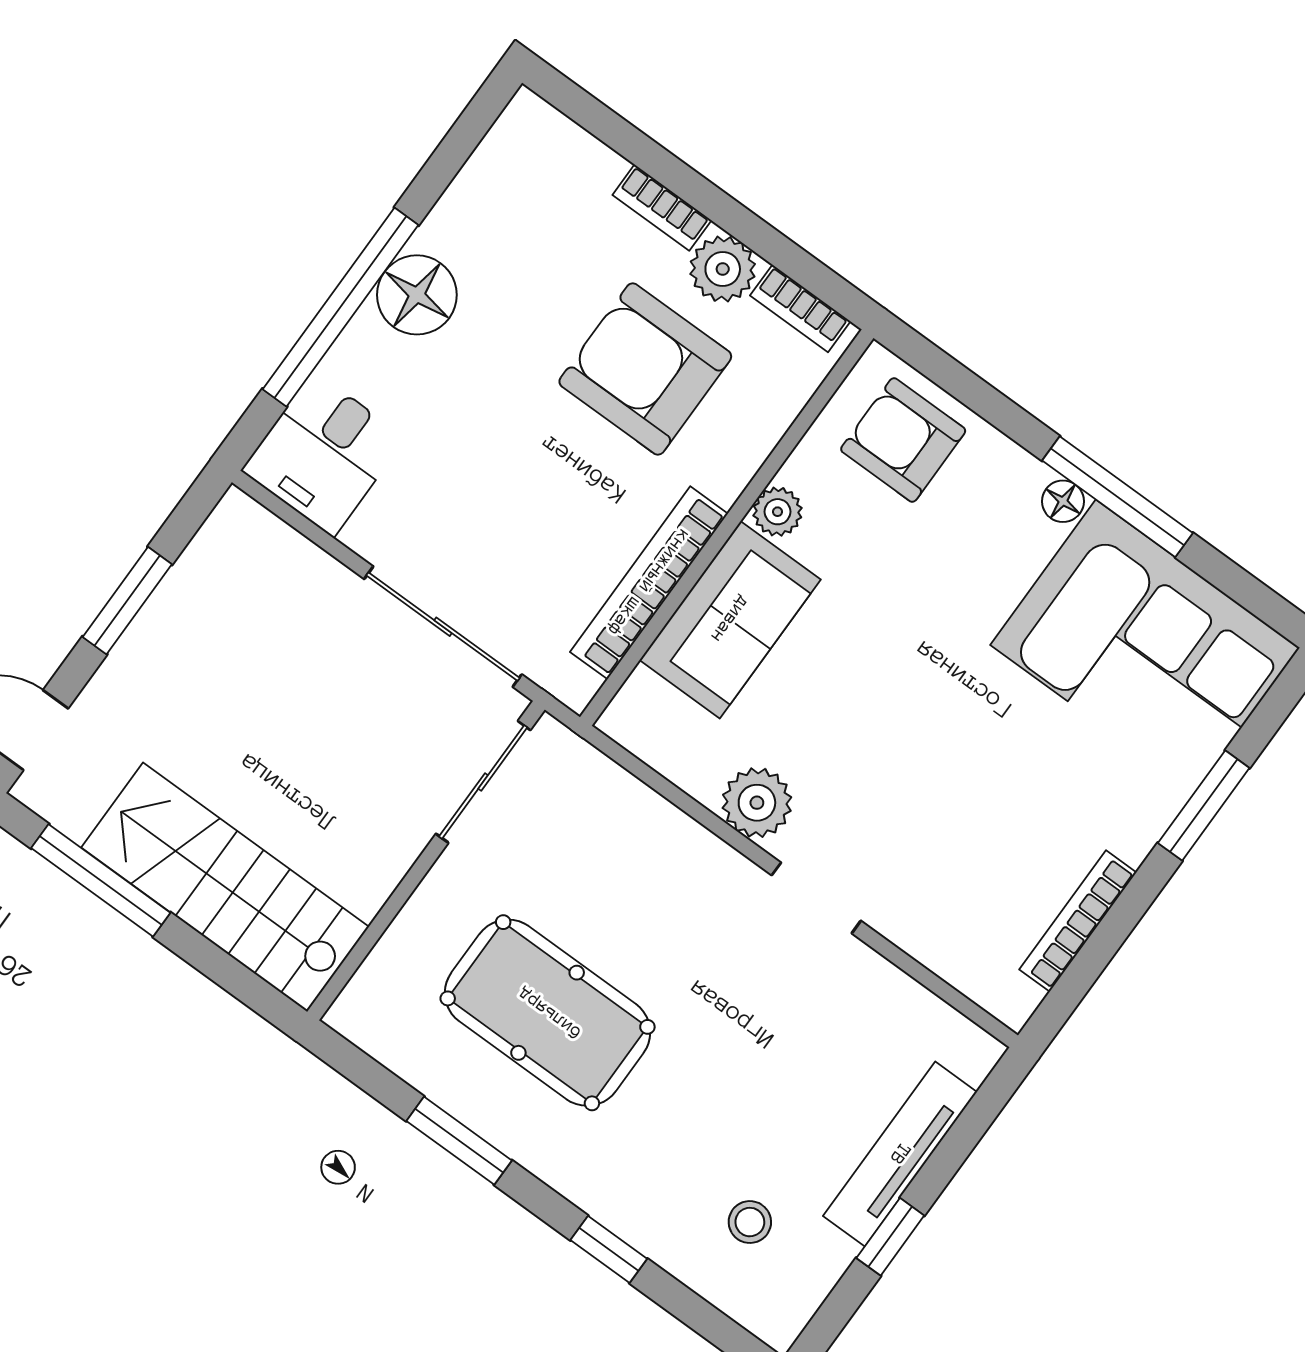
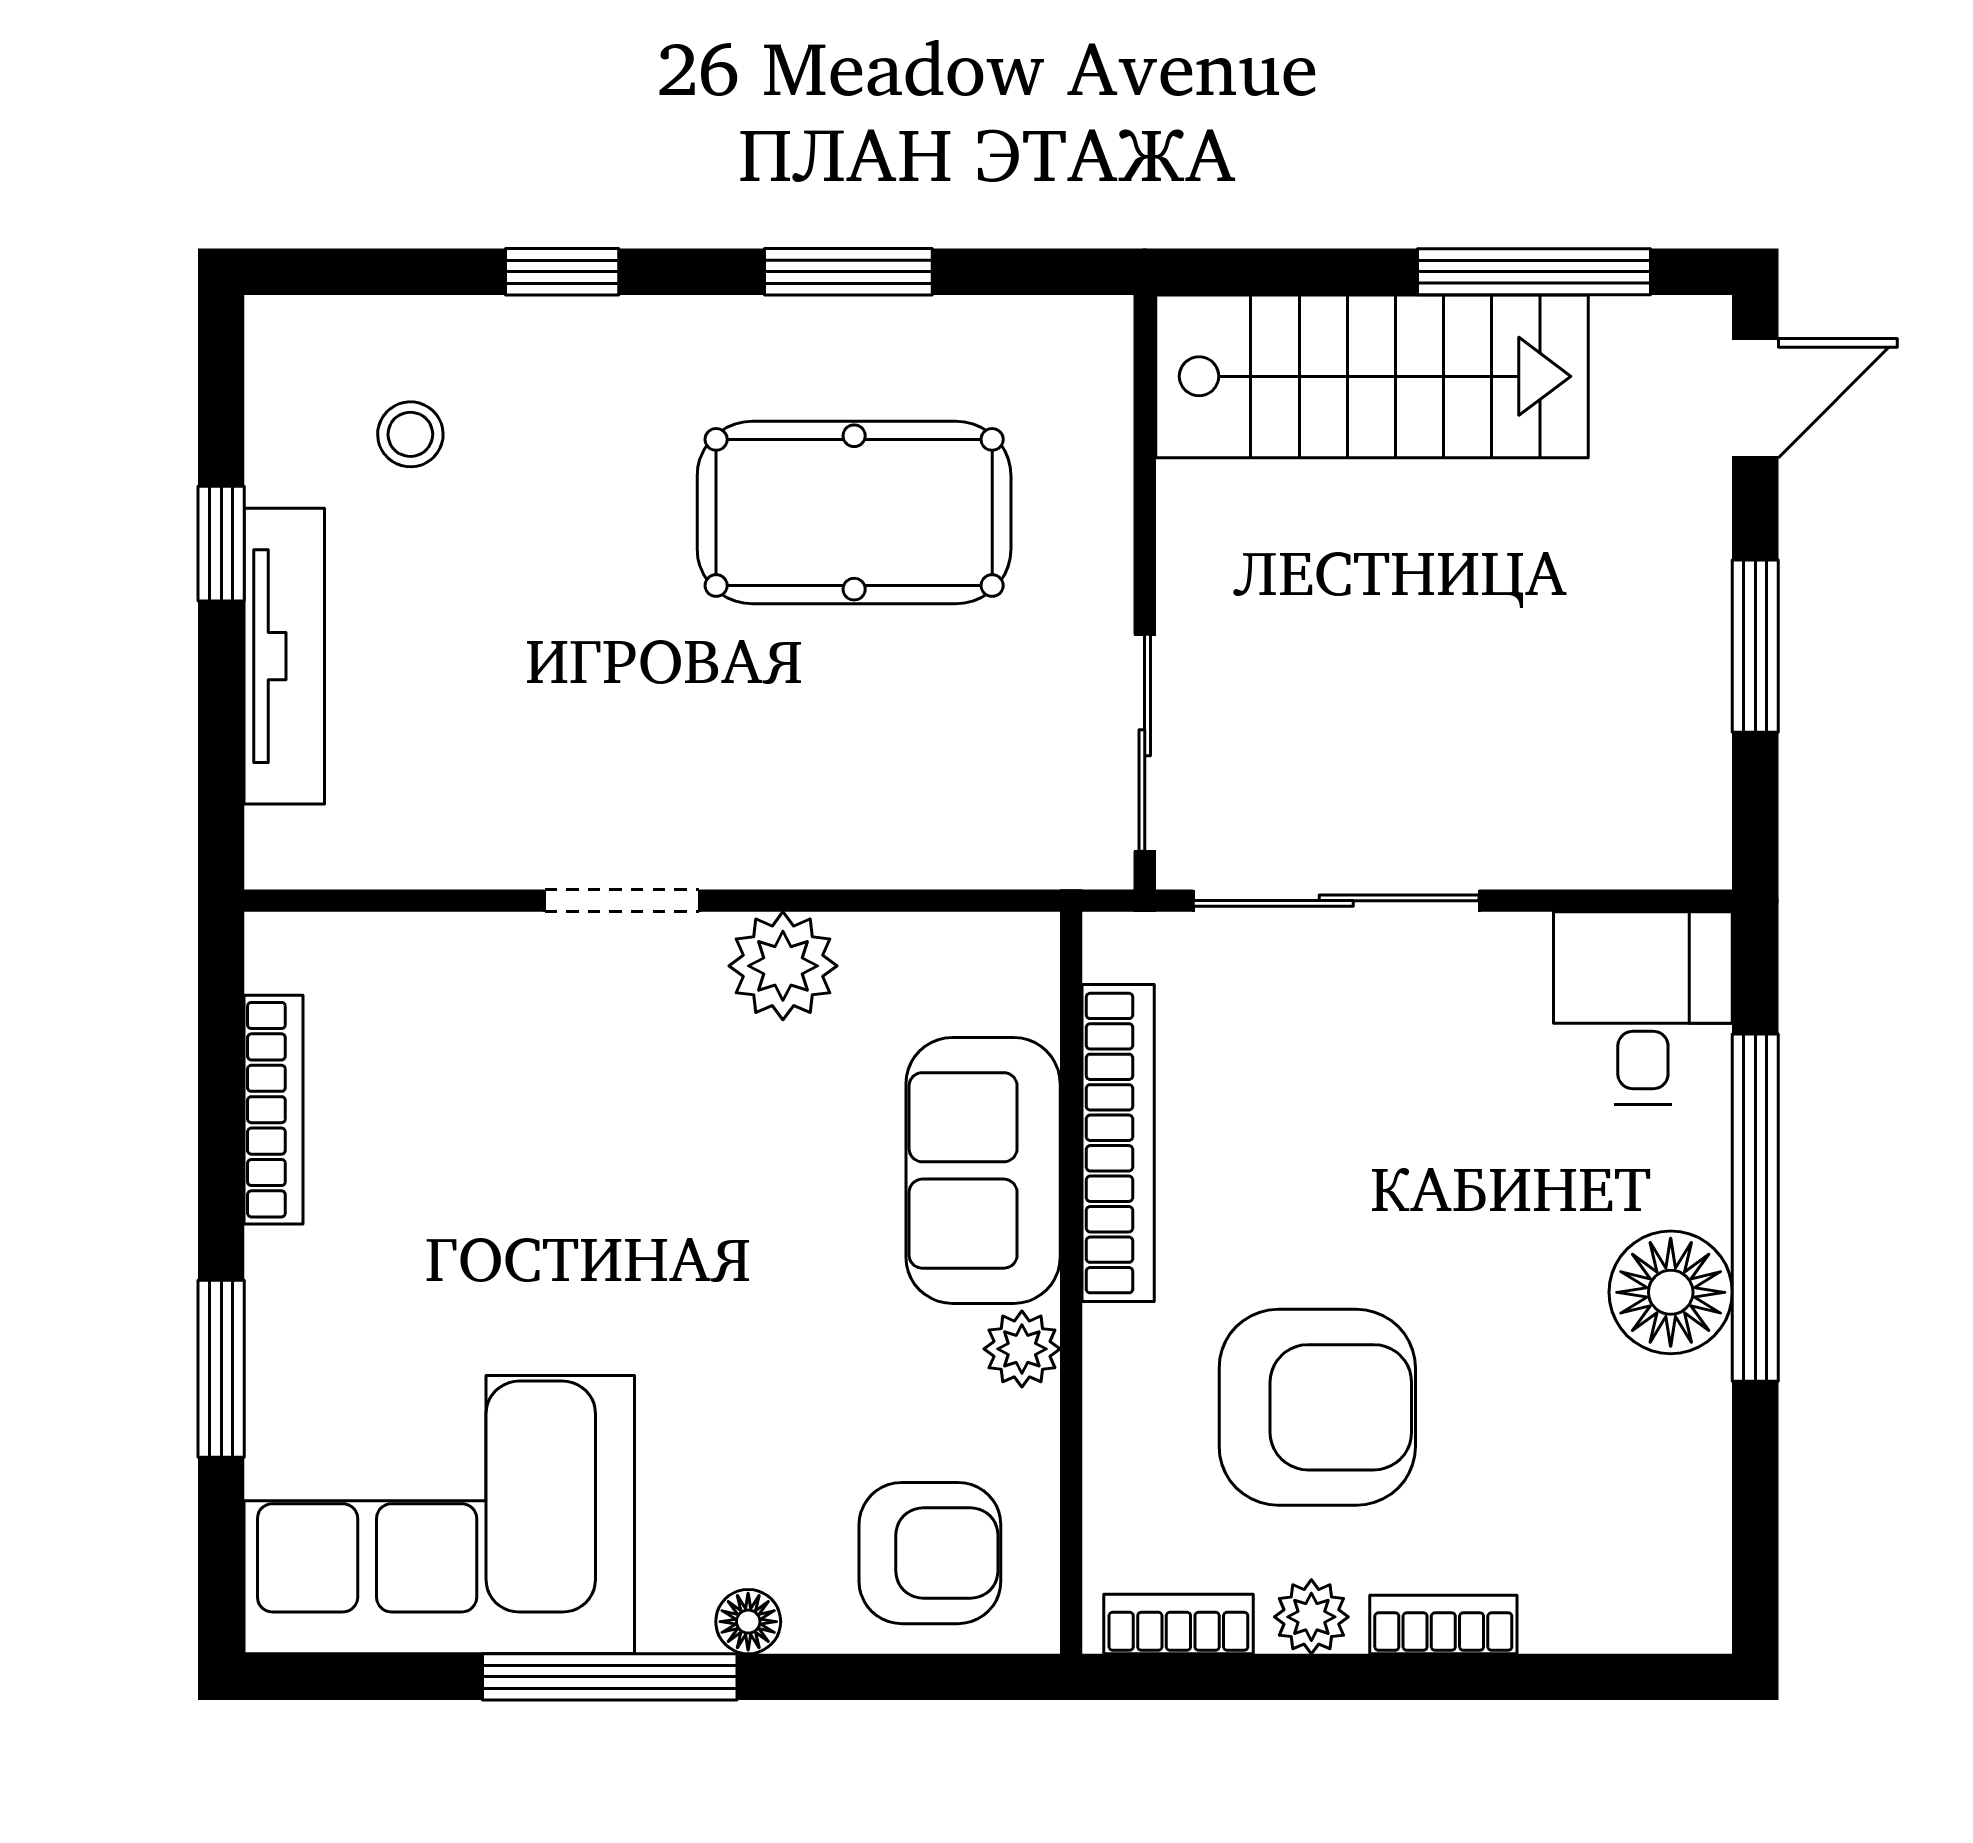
plant: (723, 269) -> (1311, 1617), width x0.73, depth x0.73
floor lamp: (1063, 501) -> (748, 1622), moved

